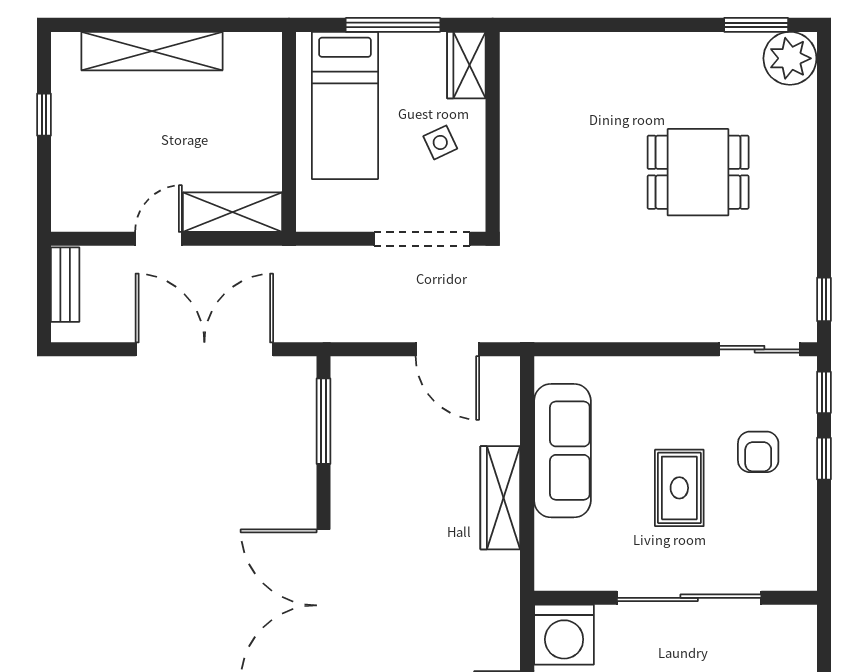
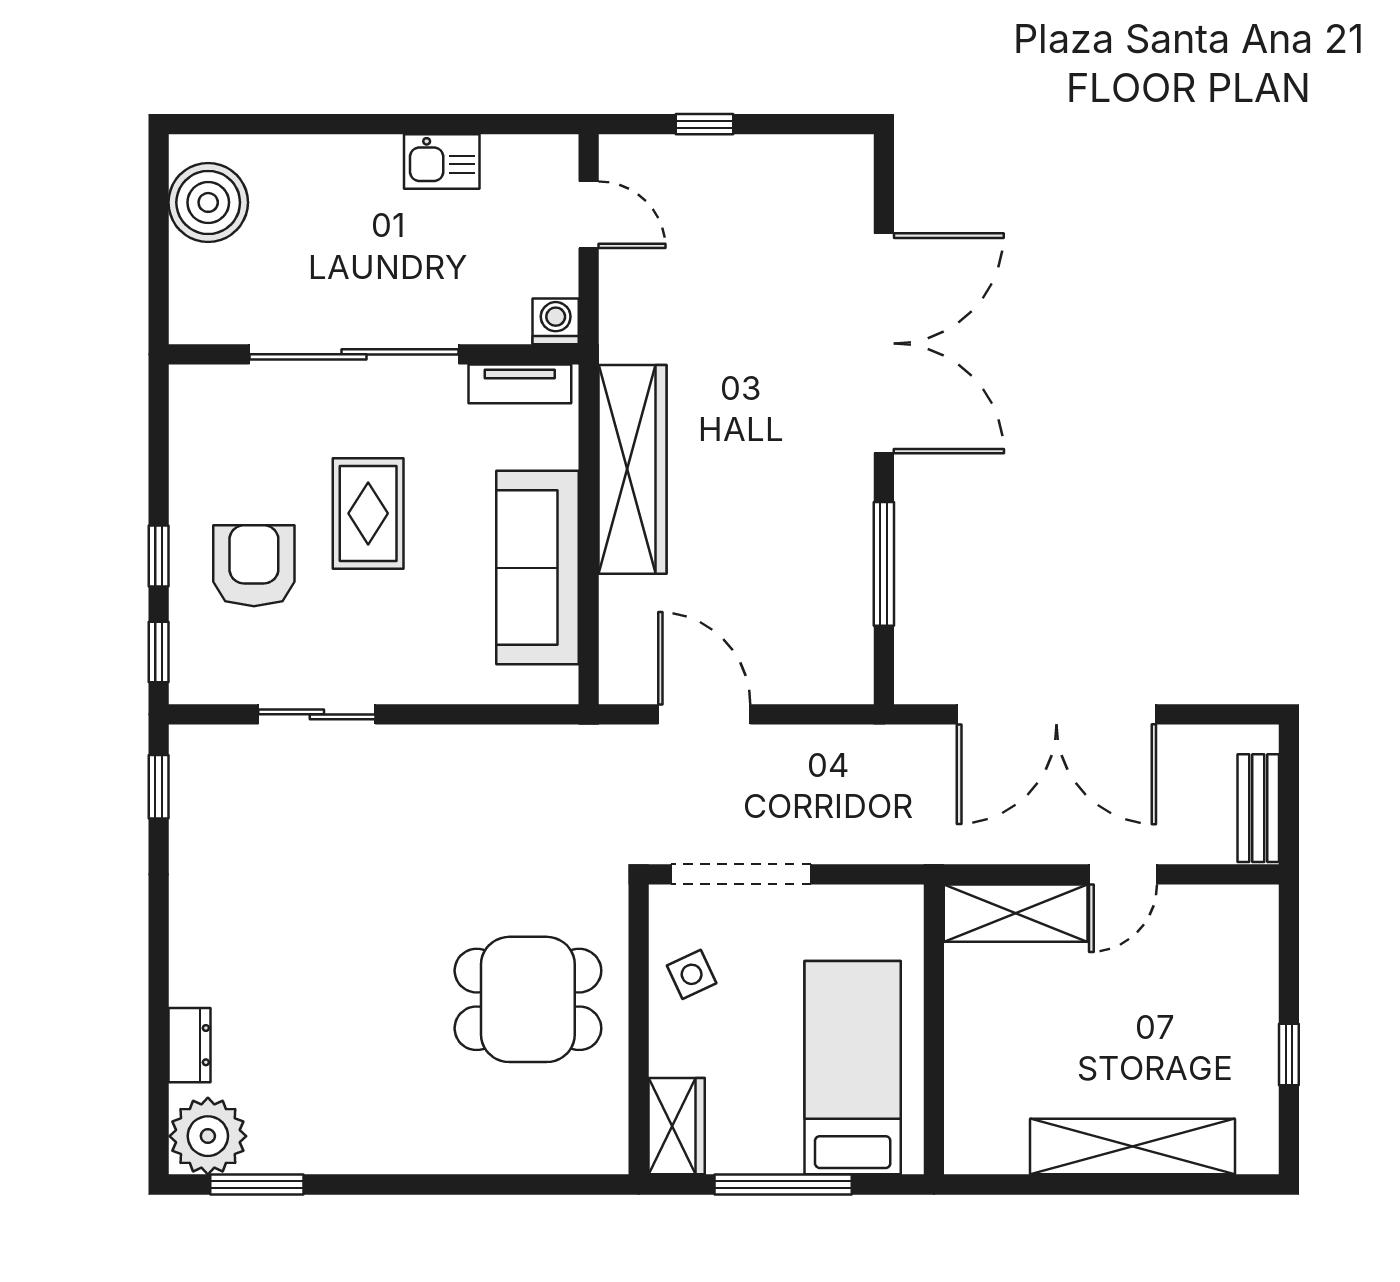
dresser: (803, 121) -> (190, 1045), added
side table: (440, 142) -> (692, 974), moved
dining table: (698, 172) -> (528, 999), moved
sliding door: (760, 349) -> (317, 714), moved
window: (324, 421) -> (884, 564), moved
armchair: (758, 452) -> (254, 566), width x1.38, depth x1.38
wardrobe: (500, 498) -> (633, 469), width x1.40, depth x1.17
tv unit: (575, 577) -> (520, 384), added
washing machine: (564, 635) -> (556, 321), width x0.53, depth x0.53

